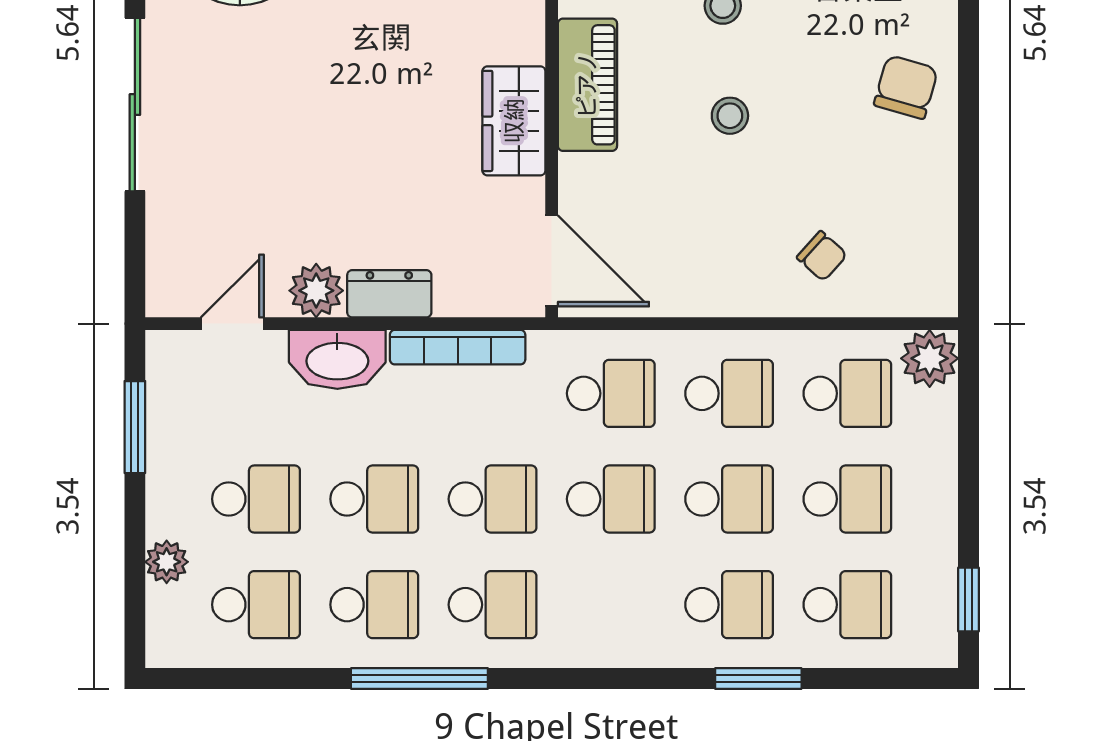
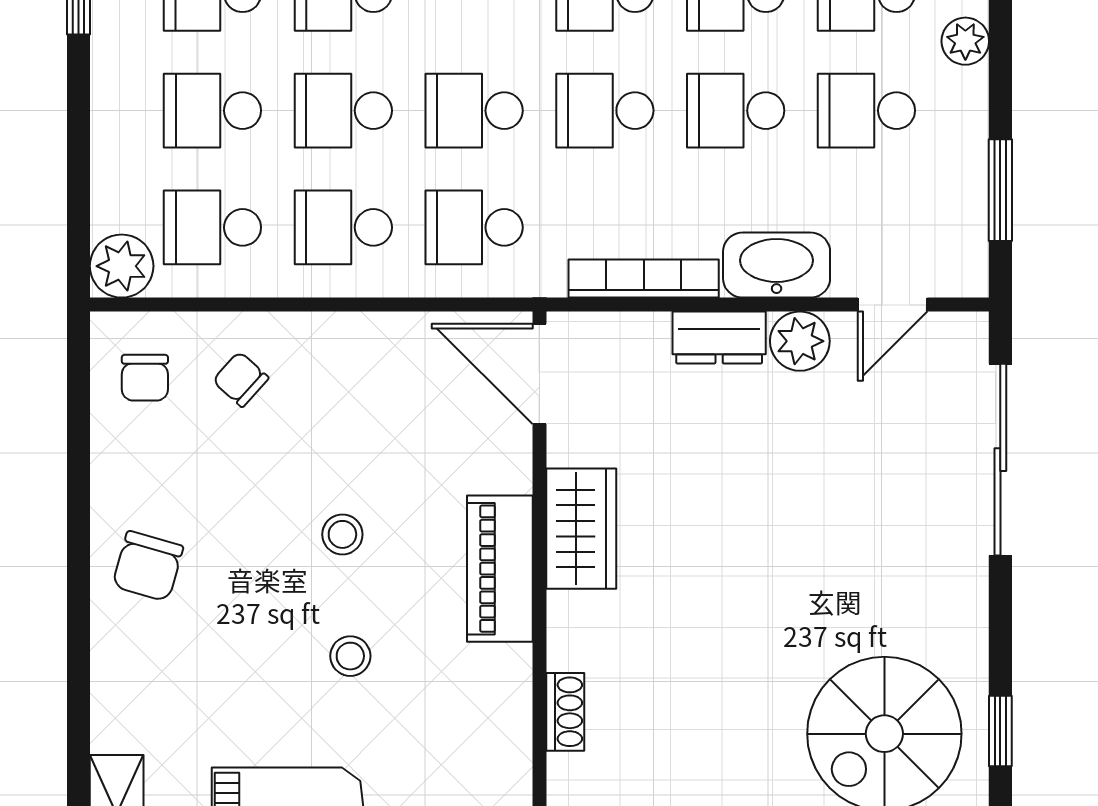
sliding door: (135, 105) -> (1000, 460), moved
chair: (909, 257) -> (145, 378), added

